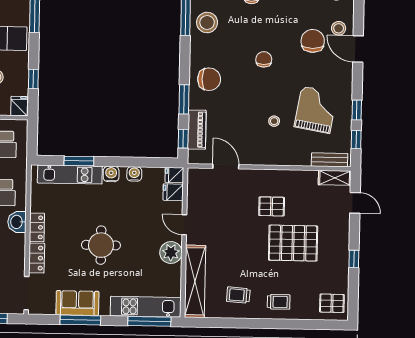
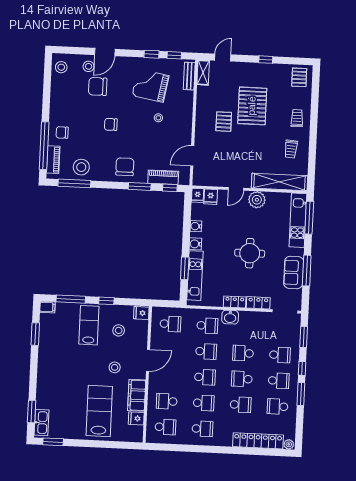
window: (33, 79) -> (106, 301), moved

